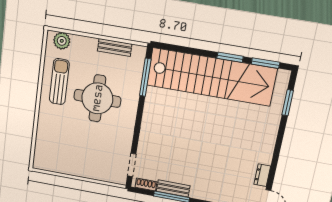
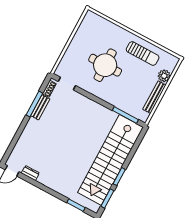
plant: (62, 41) -> (164, 76), moved
bench: (115, 48) -> (154, 97), width x1.36
round table: (97, 98) -> (105, 65), moved

